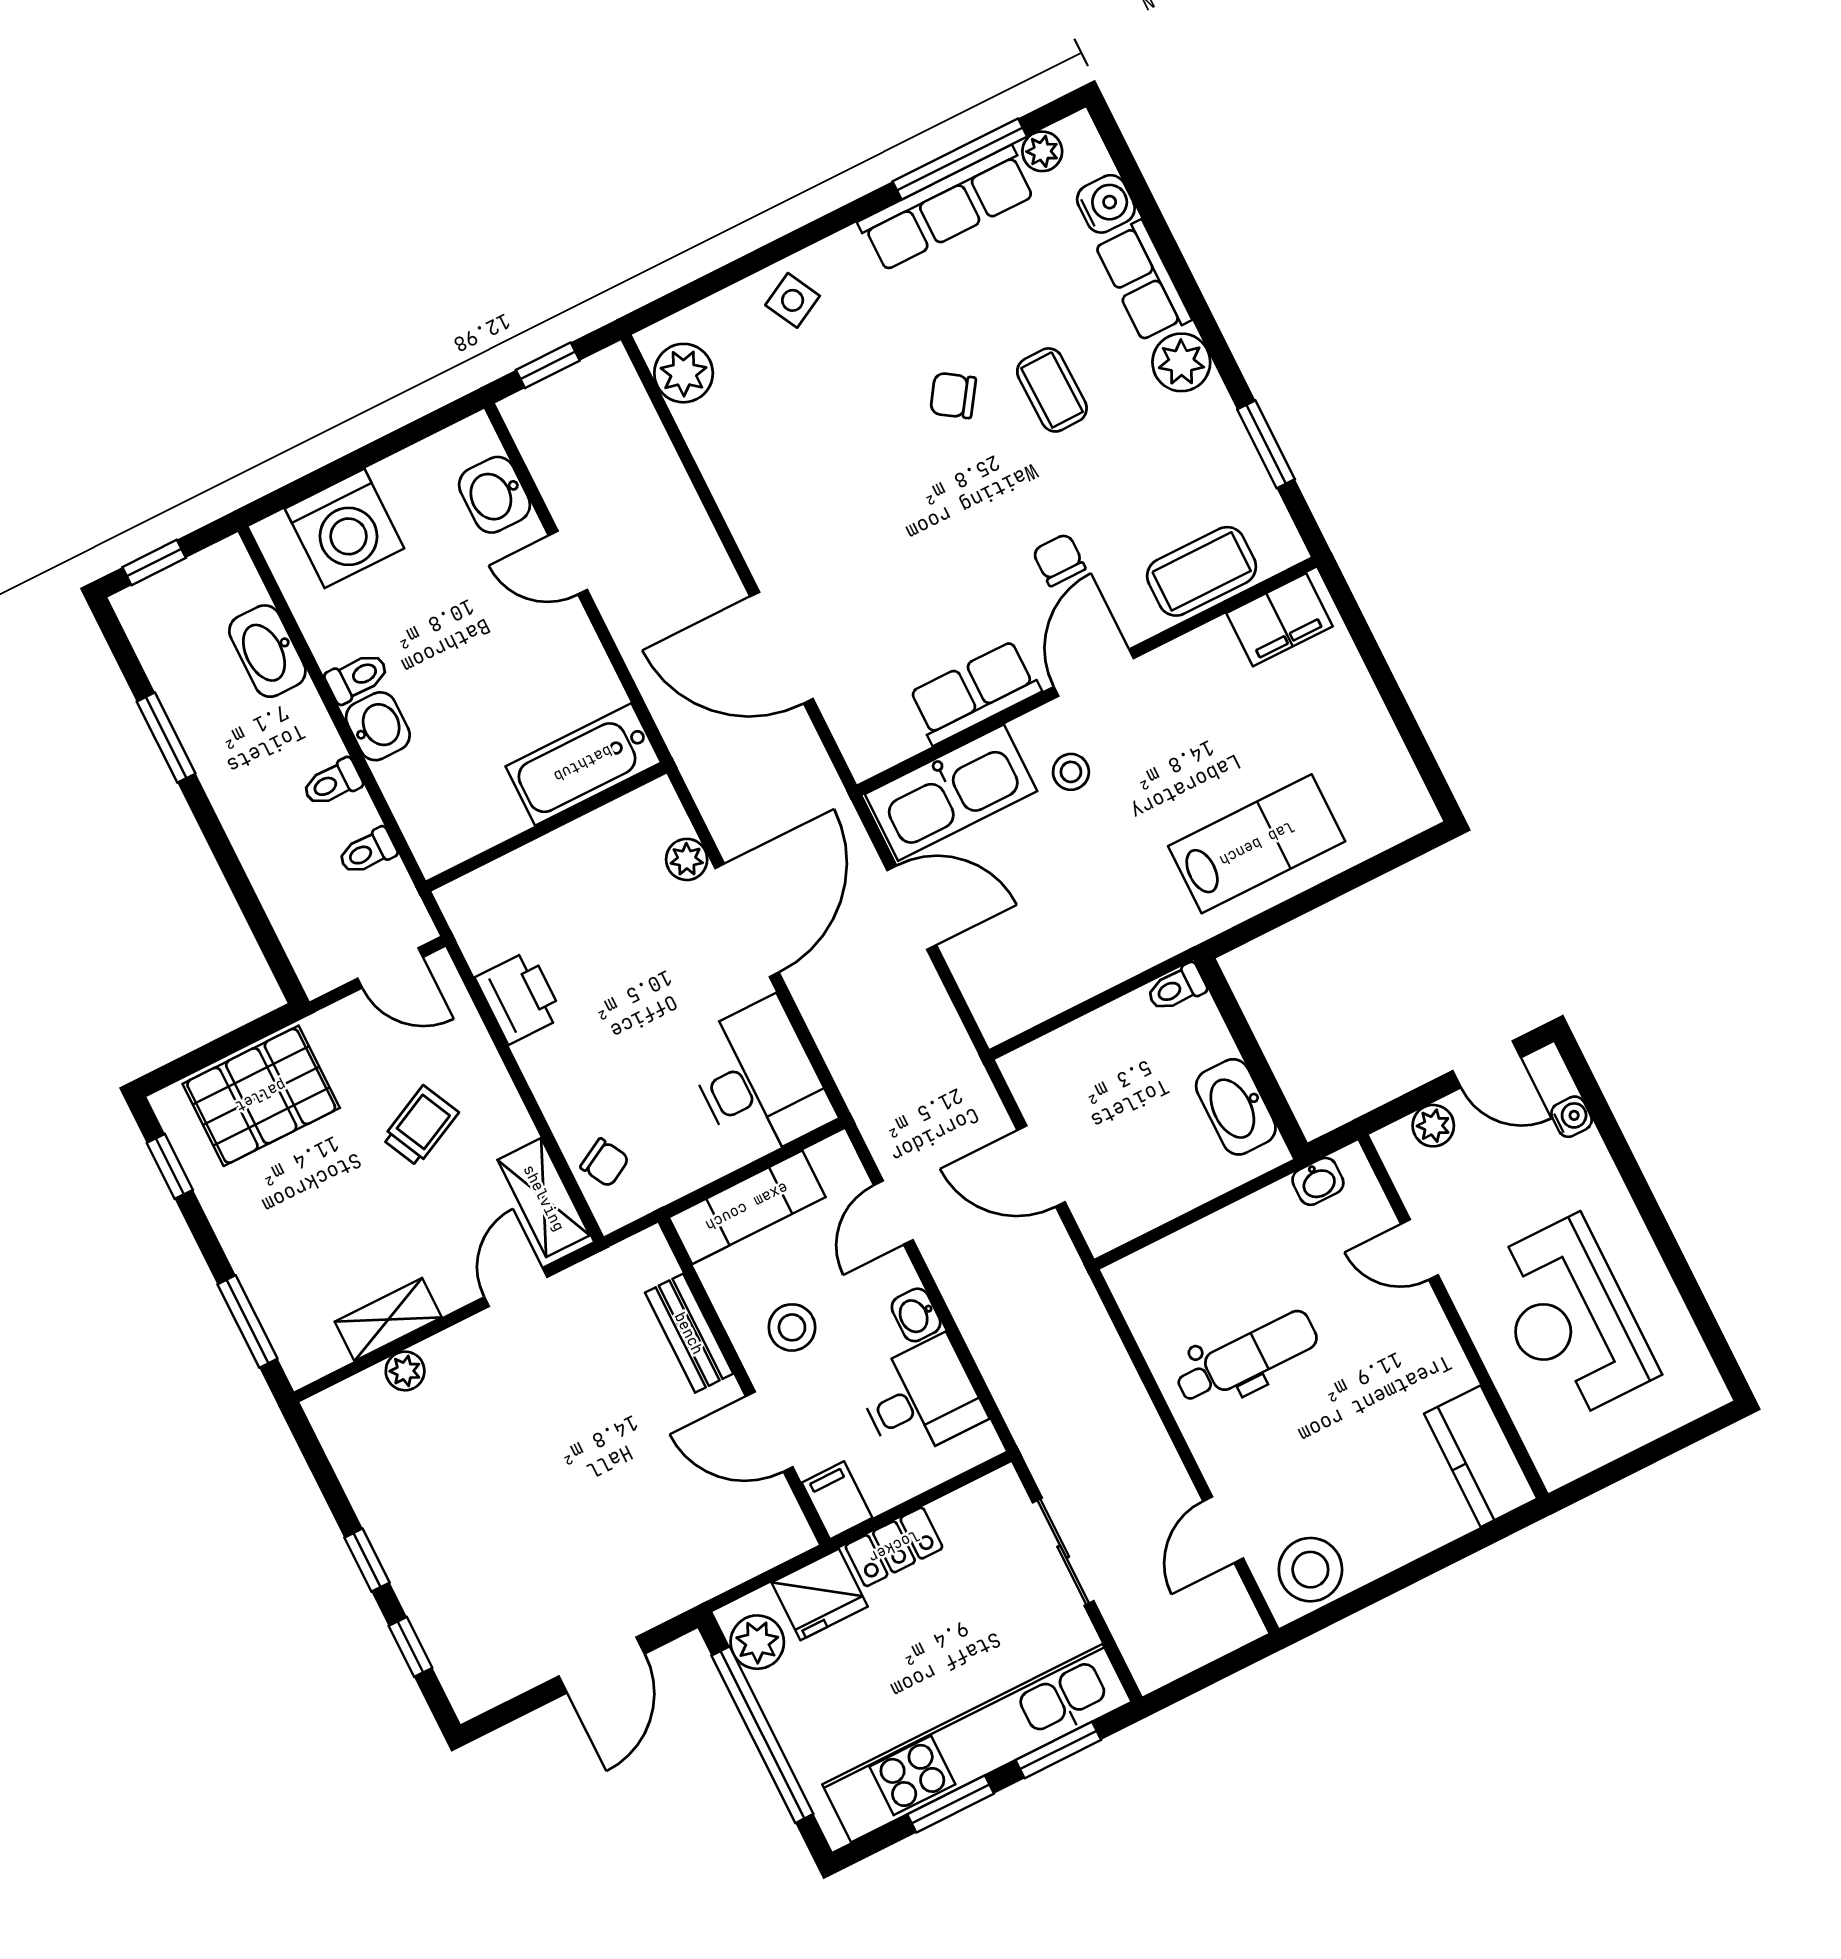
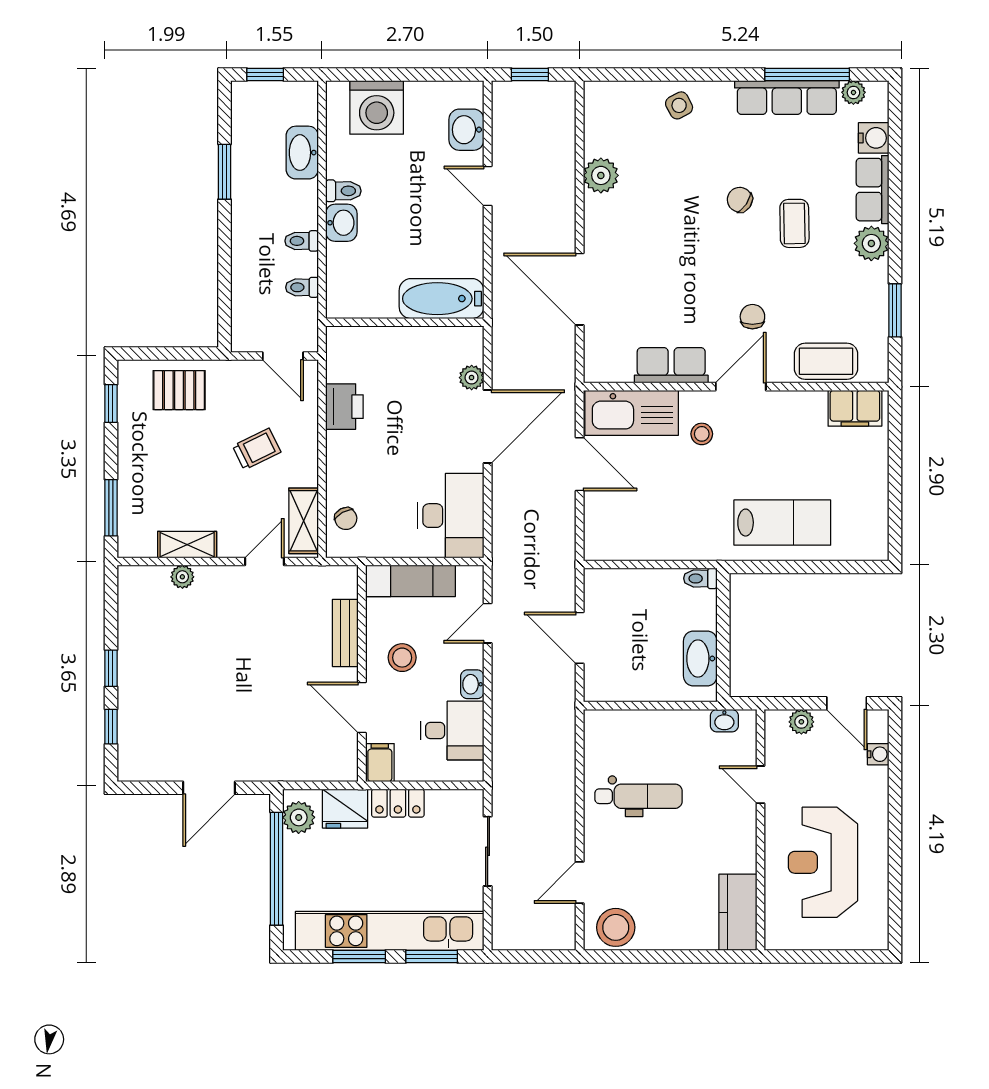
plant: (684, 373) -> (601, 175), moved
pallet: (261, 1096) -> (179, 390), width x0.67, depth x0.71

